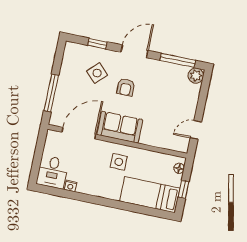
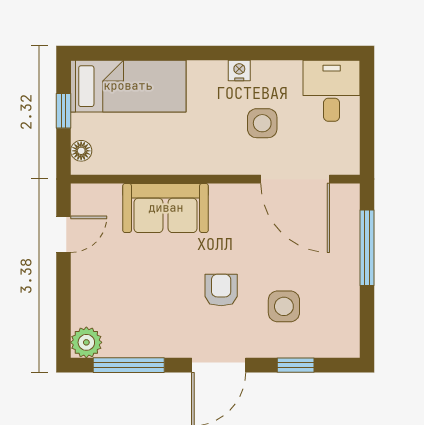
side table: (97, 73) -> (284, 306), turned 45
sofa: (120, 127) -> (166, 208), moved
door: (79, 133) -> (295, 179), hinge flipped
side table: (119, 162) -> (262, 123), moved
nightstand: (70, 186) -> (239, 71), moved

